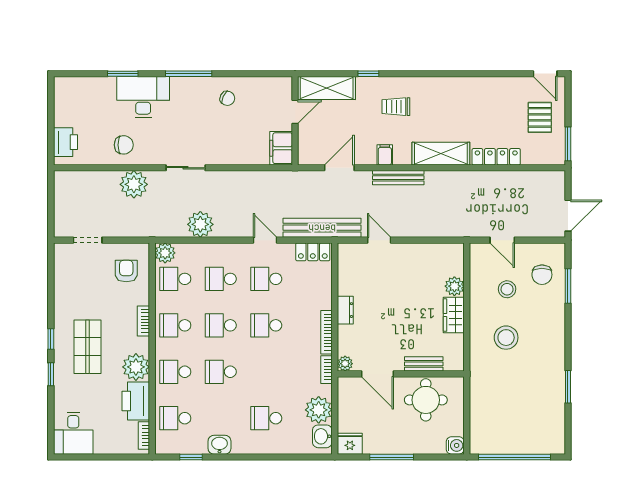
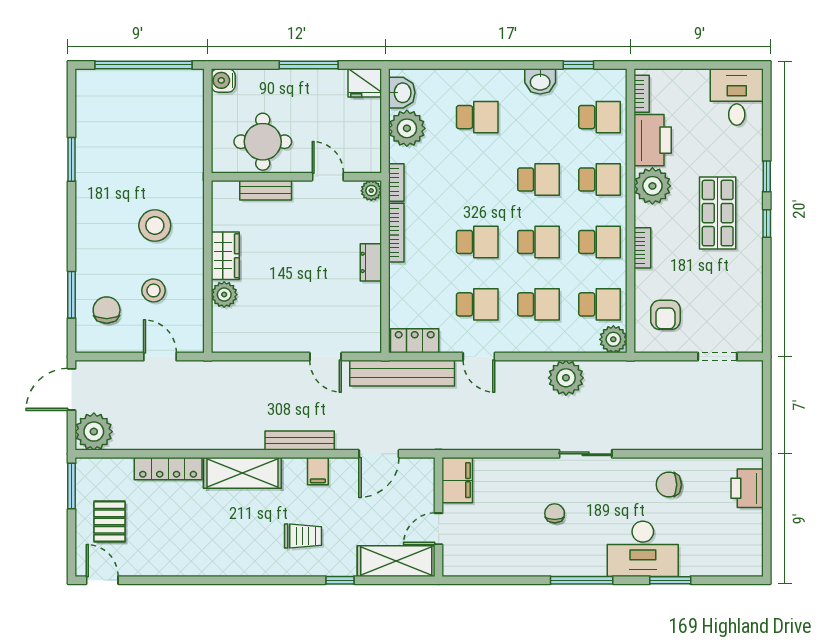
chair: (227, 98) -> (555, 513), moved, turned 64
plant: (134, 184) -> (94, 432), moved
door: (377, 374) -> (328, 177), width x0.73

